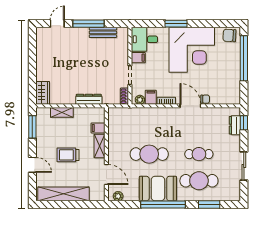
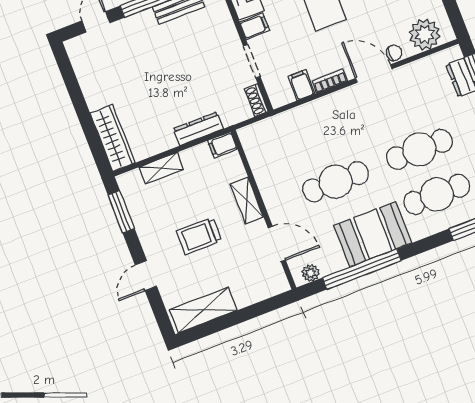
wardrobe: (43, 93) -> (113, 138), width x1.50
plant: (140, 100) -> (425, 34), moved, width x1.88, depth x1.88
filing cabinet: (98, 128) -> (222, 145), moved
cafe table: (199, 154) -> (419, 149), width x1.37, depth x1.35
door: (32, 165) -> (146, 276), swing flipped
shelving: (63, 194) -> (203, 310), width x0.68
window: (163, 204) -> (362, 269), moved

